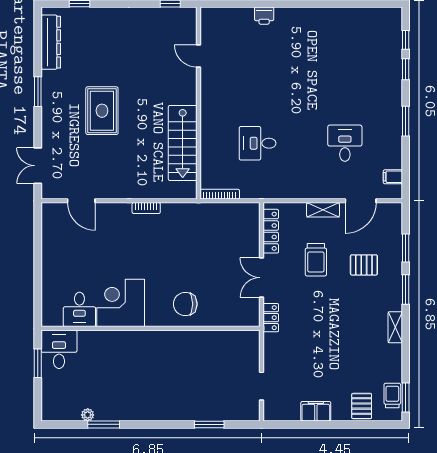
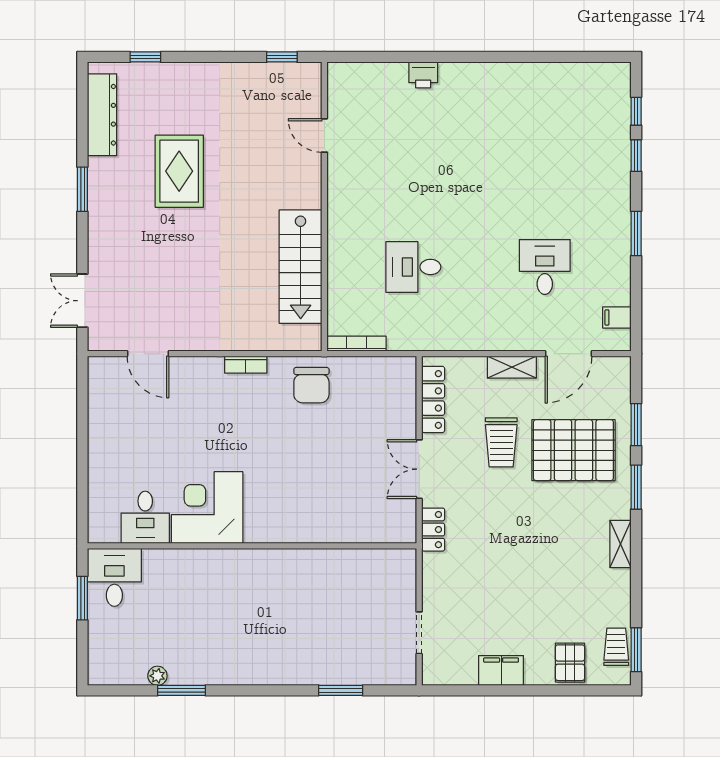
rug: (102, 111) -> (179, 171), moved
pallet: (364, 265) -> (573, 450), width x2.05, depth x2.00
chair: (185, 304) -> (311, 385), moved, turned -90

